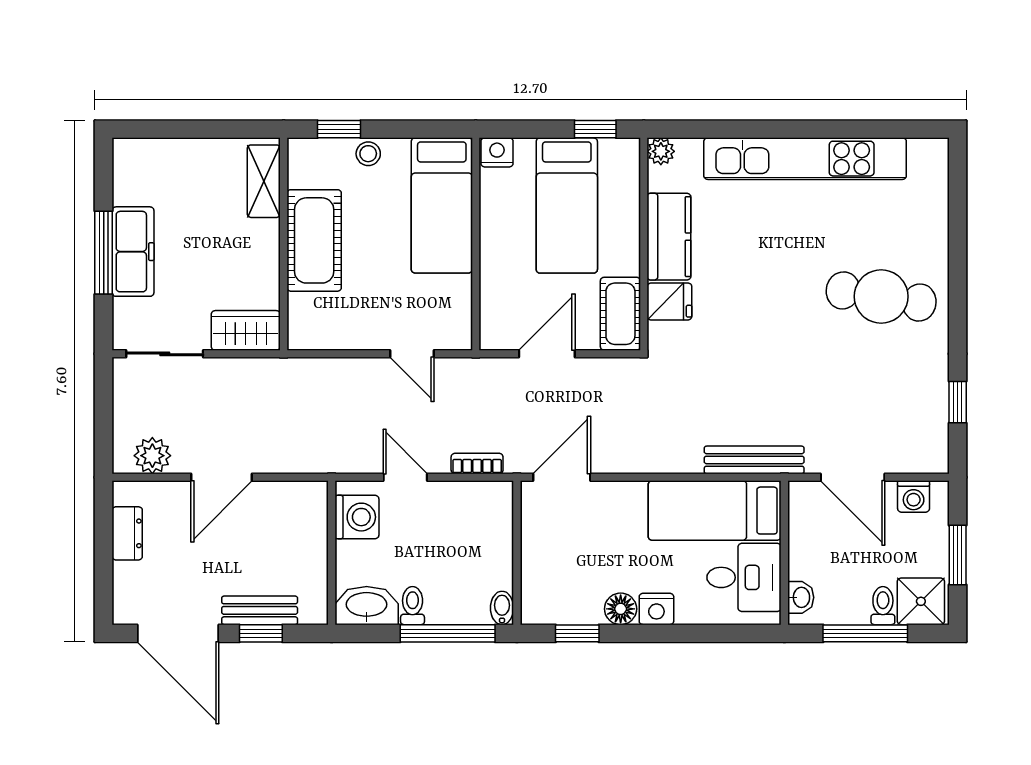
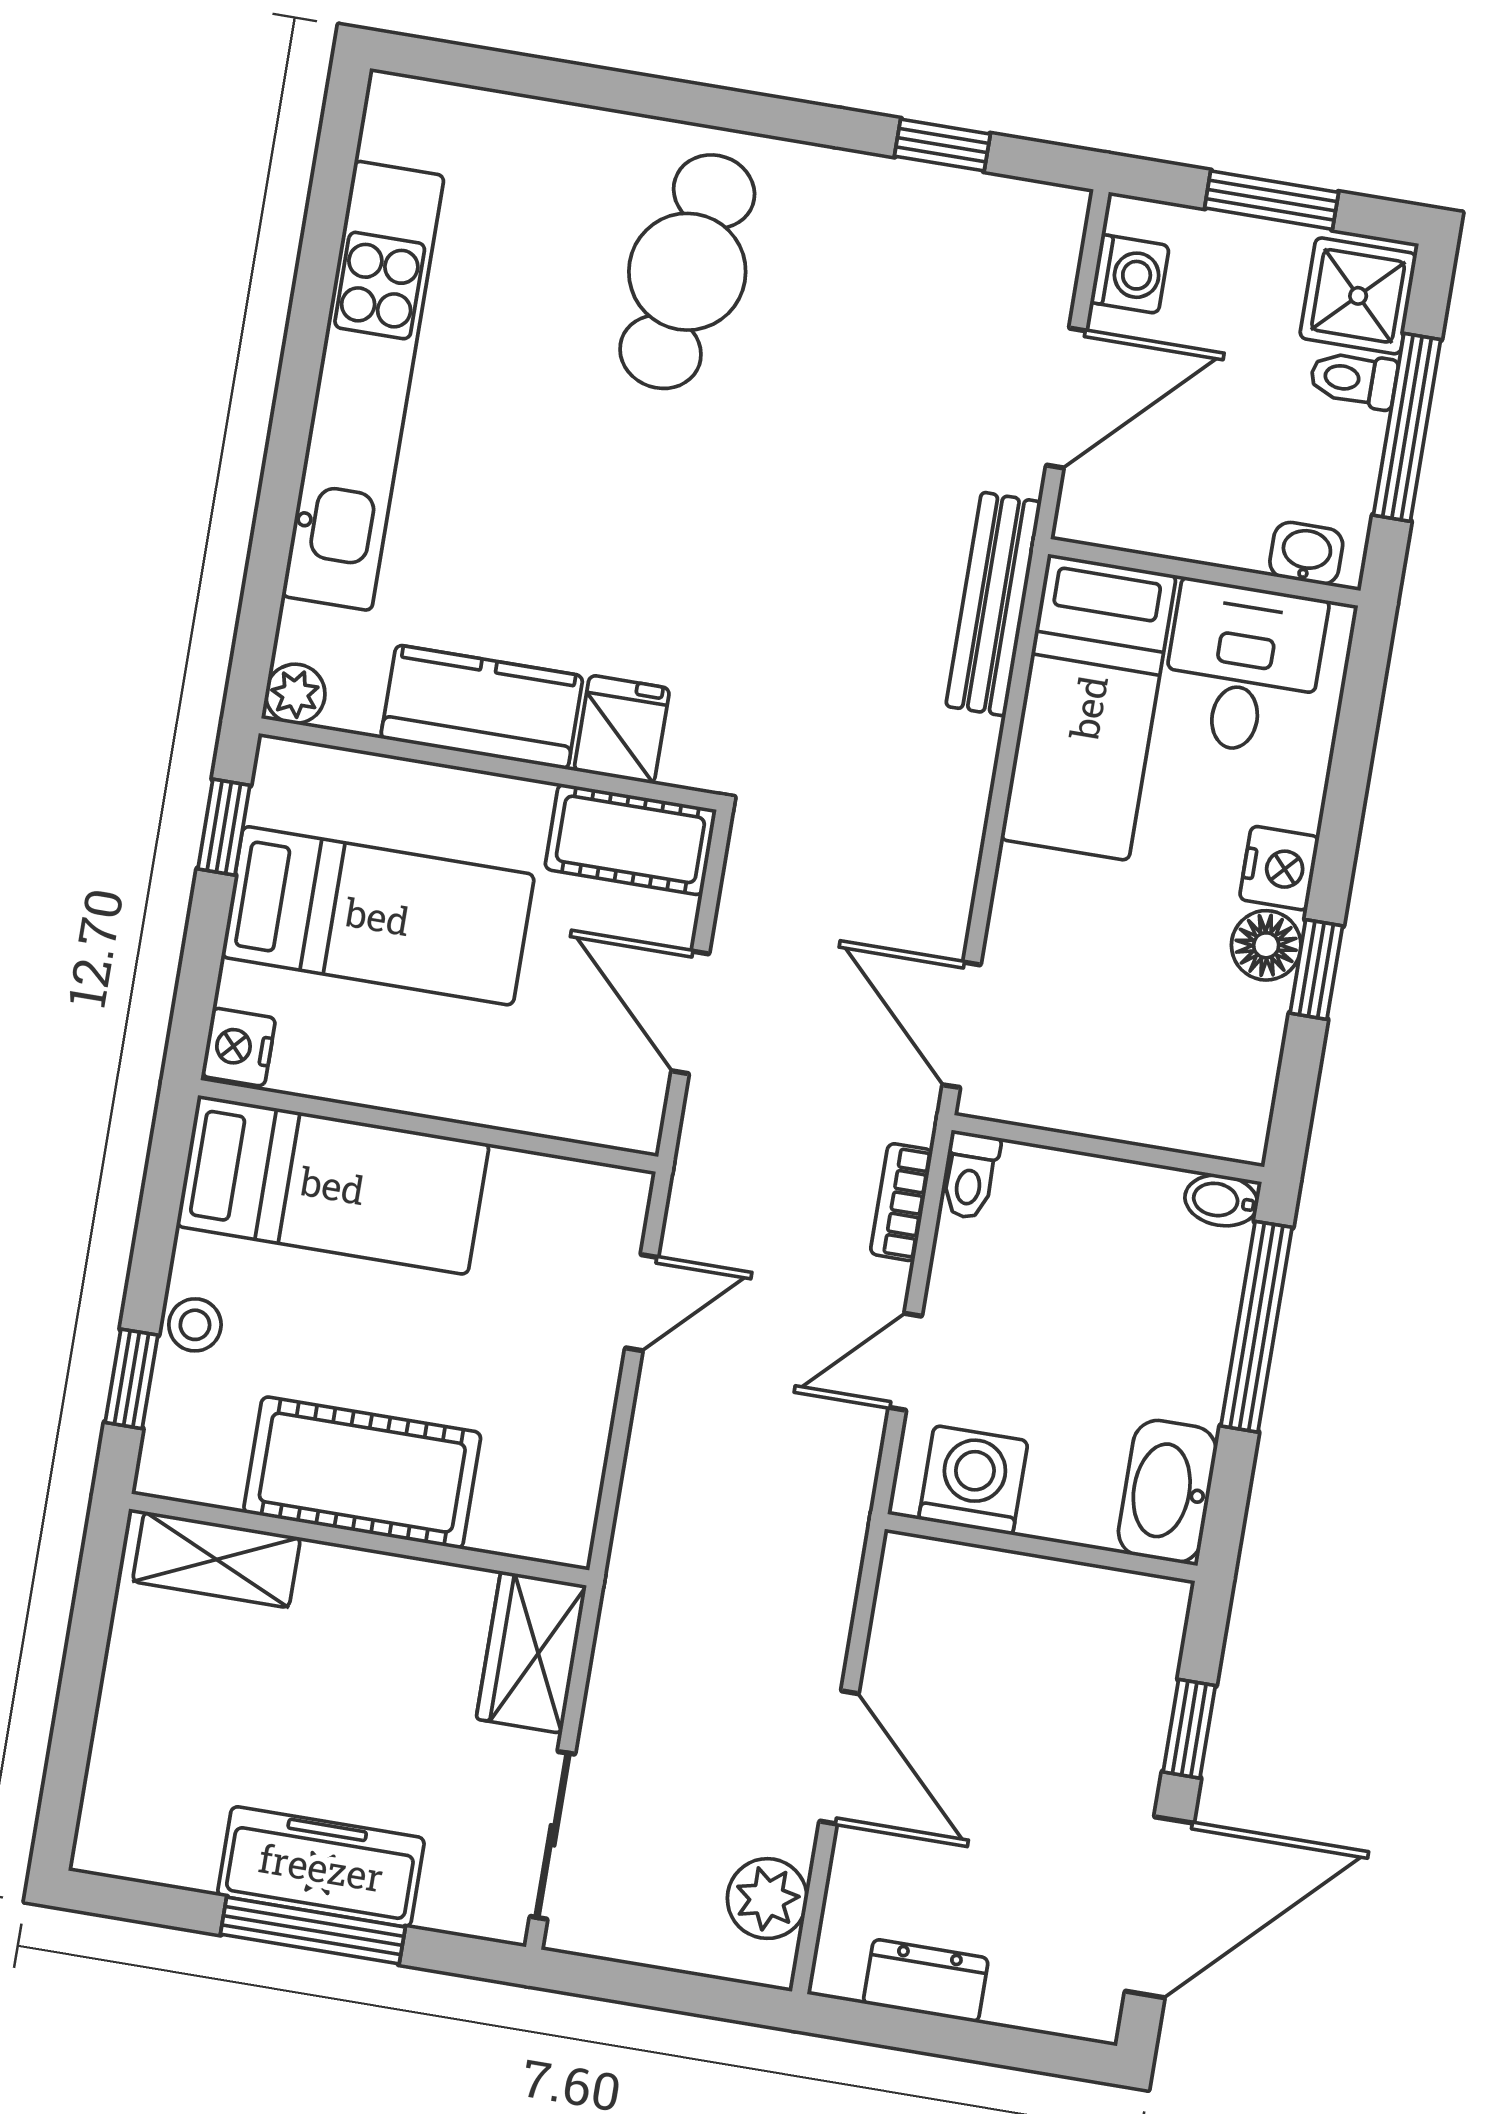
toilet: (413, 606) -> (970, 1175), moved, turned -90
bench: (260, 610) -> (1139, 1723), removed
window: (577, 633) -> (1316, 969), moved

